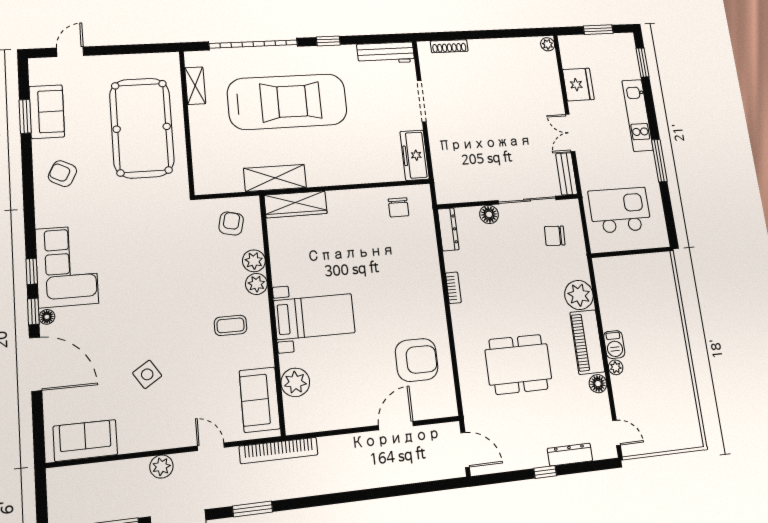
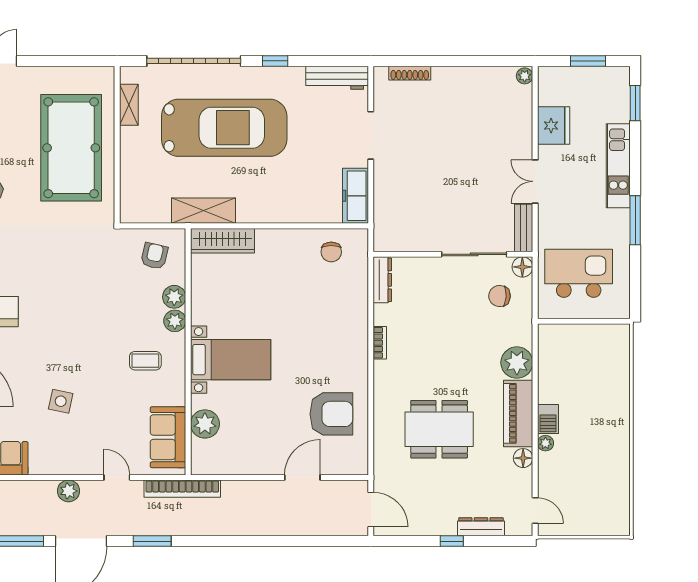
floor lamp: (489, 214) -> (522, 267), moved
side table: (147, 374) -> (61, 401), turned 45

